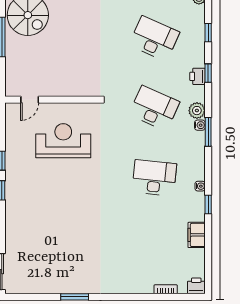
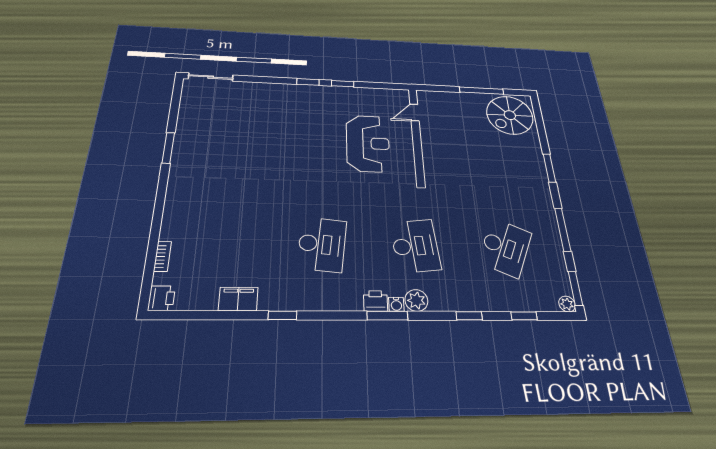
printer: (197, 76) -> (375, 301), moved
door: (30, 100) -> (414, 113), hinge flipped
desk: (154, 108) -> (415, 246), turned -30
water cooler: (200, 186) -> (310, 304), removed

